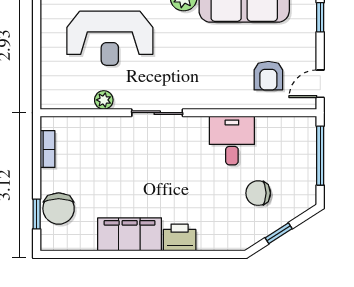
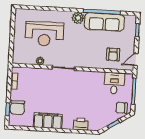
desk: (232, 141) -> (114, 83), moved
chair: (258, 193) -> (121, 108), moved
printer: (180, 238) -> (81, 124), moved

